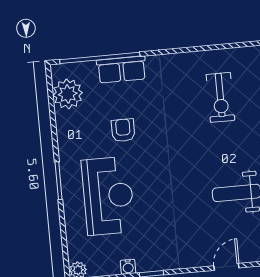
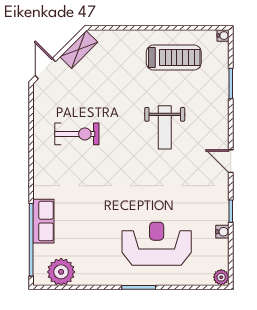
armchair: (123, 130) -> (99, 225), removed
door: (226, 267) -> (231, 161), moved

